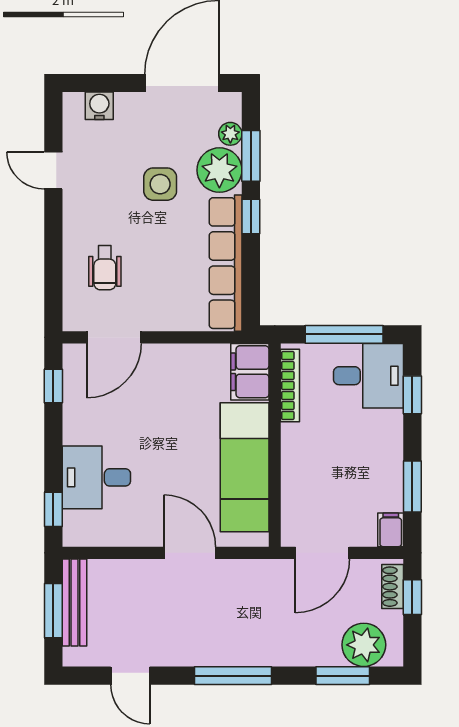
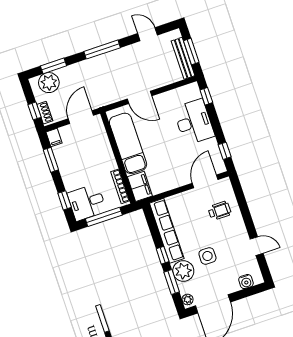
plant: (230, 134) -> (188, 299), moved
wheelchair: (105, 268) -> (219, 211), turned 90
desk: (96, 477) -> (194, 122), width x1.37

